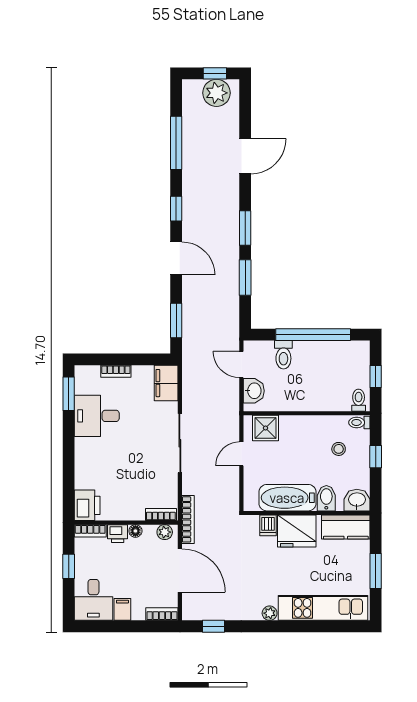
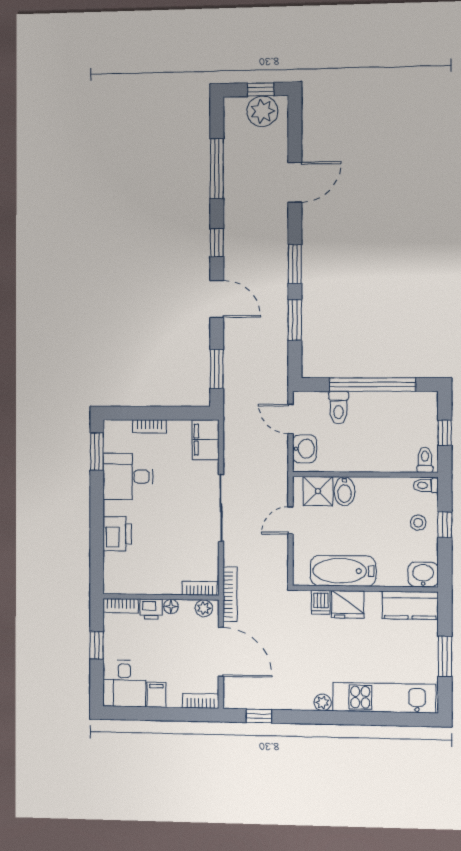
stool: (339, 449) -> (418, 523), moved
bidet: (326, 498) -> (345, 491), moved, turned 180
printer: (87, 505) -> (117, 534), moved
fridge: (297, 531) -> (348, 604), width x0.73, depth x0.75

